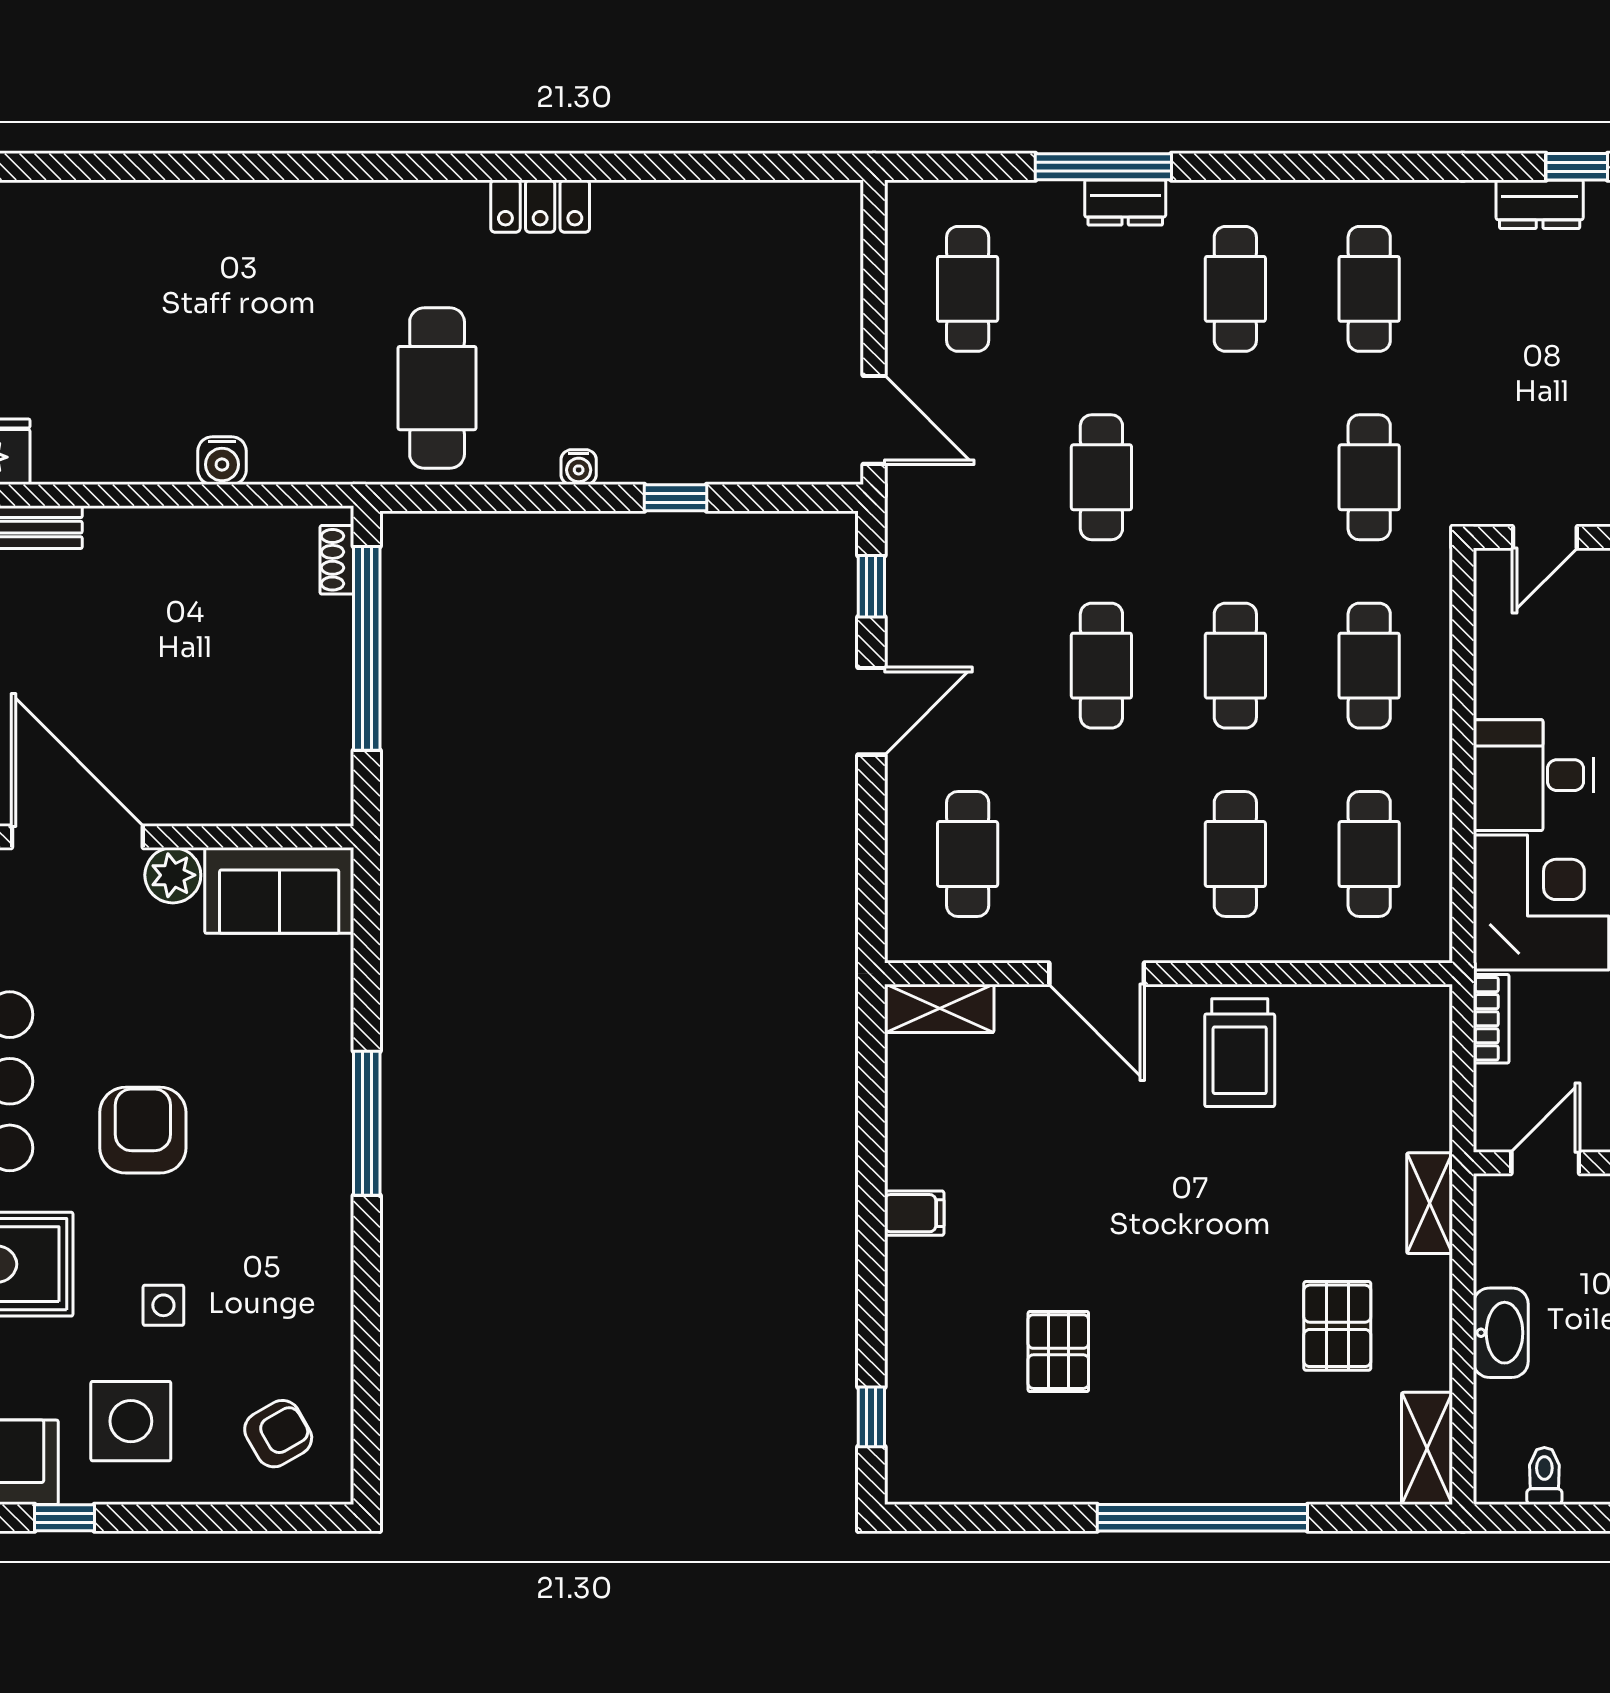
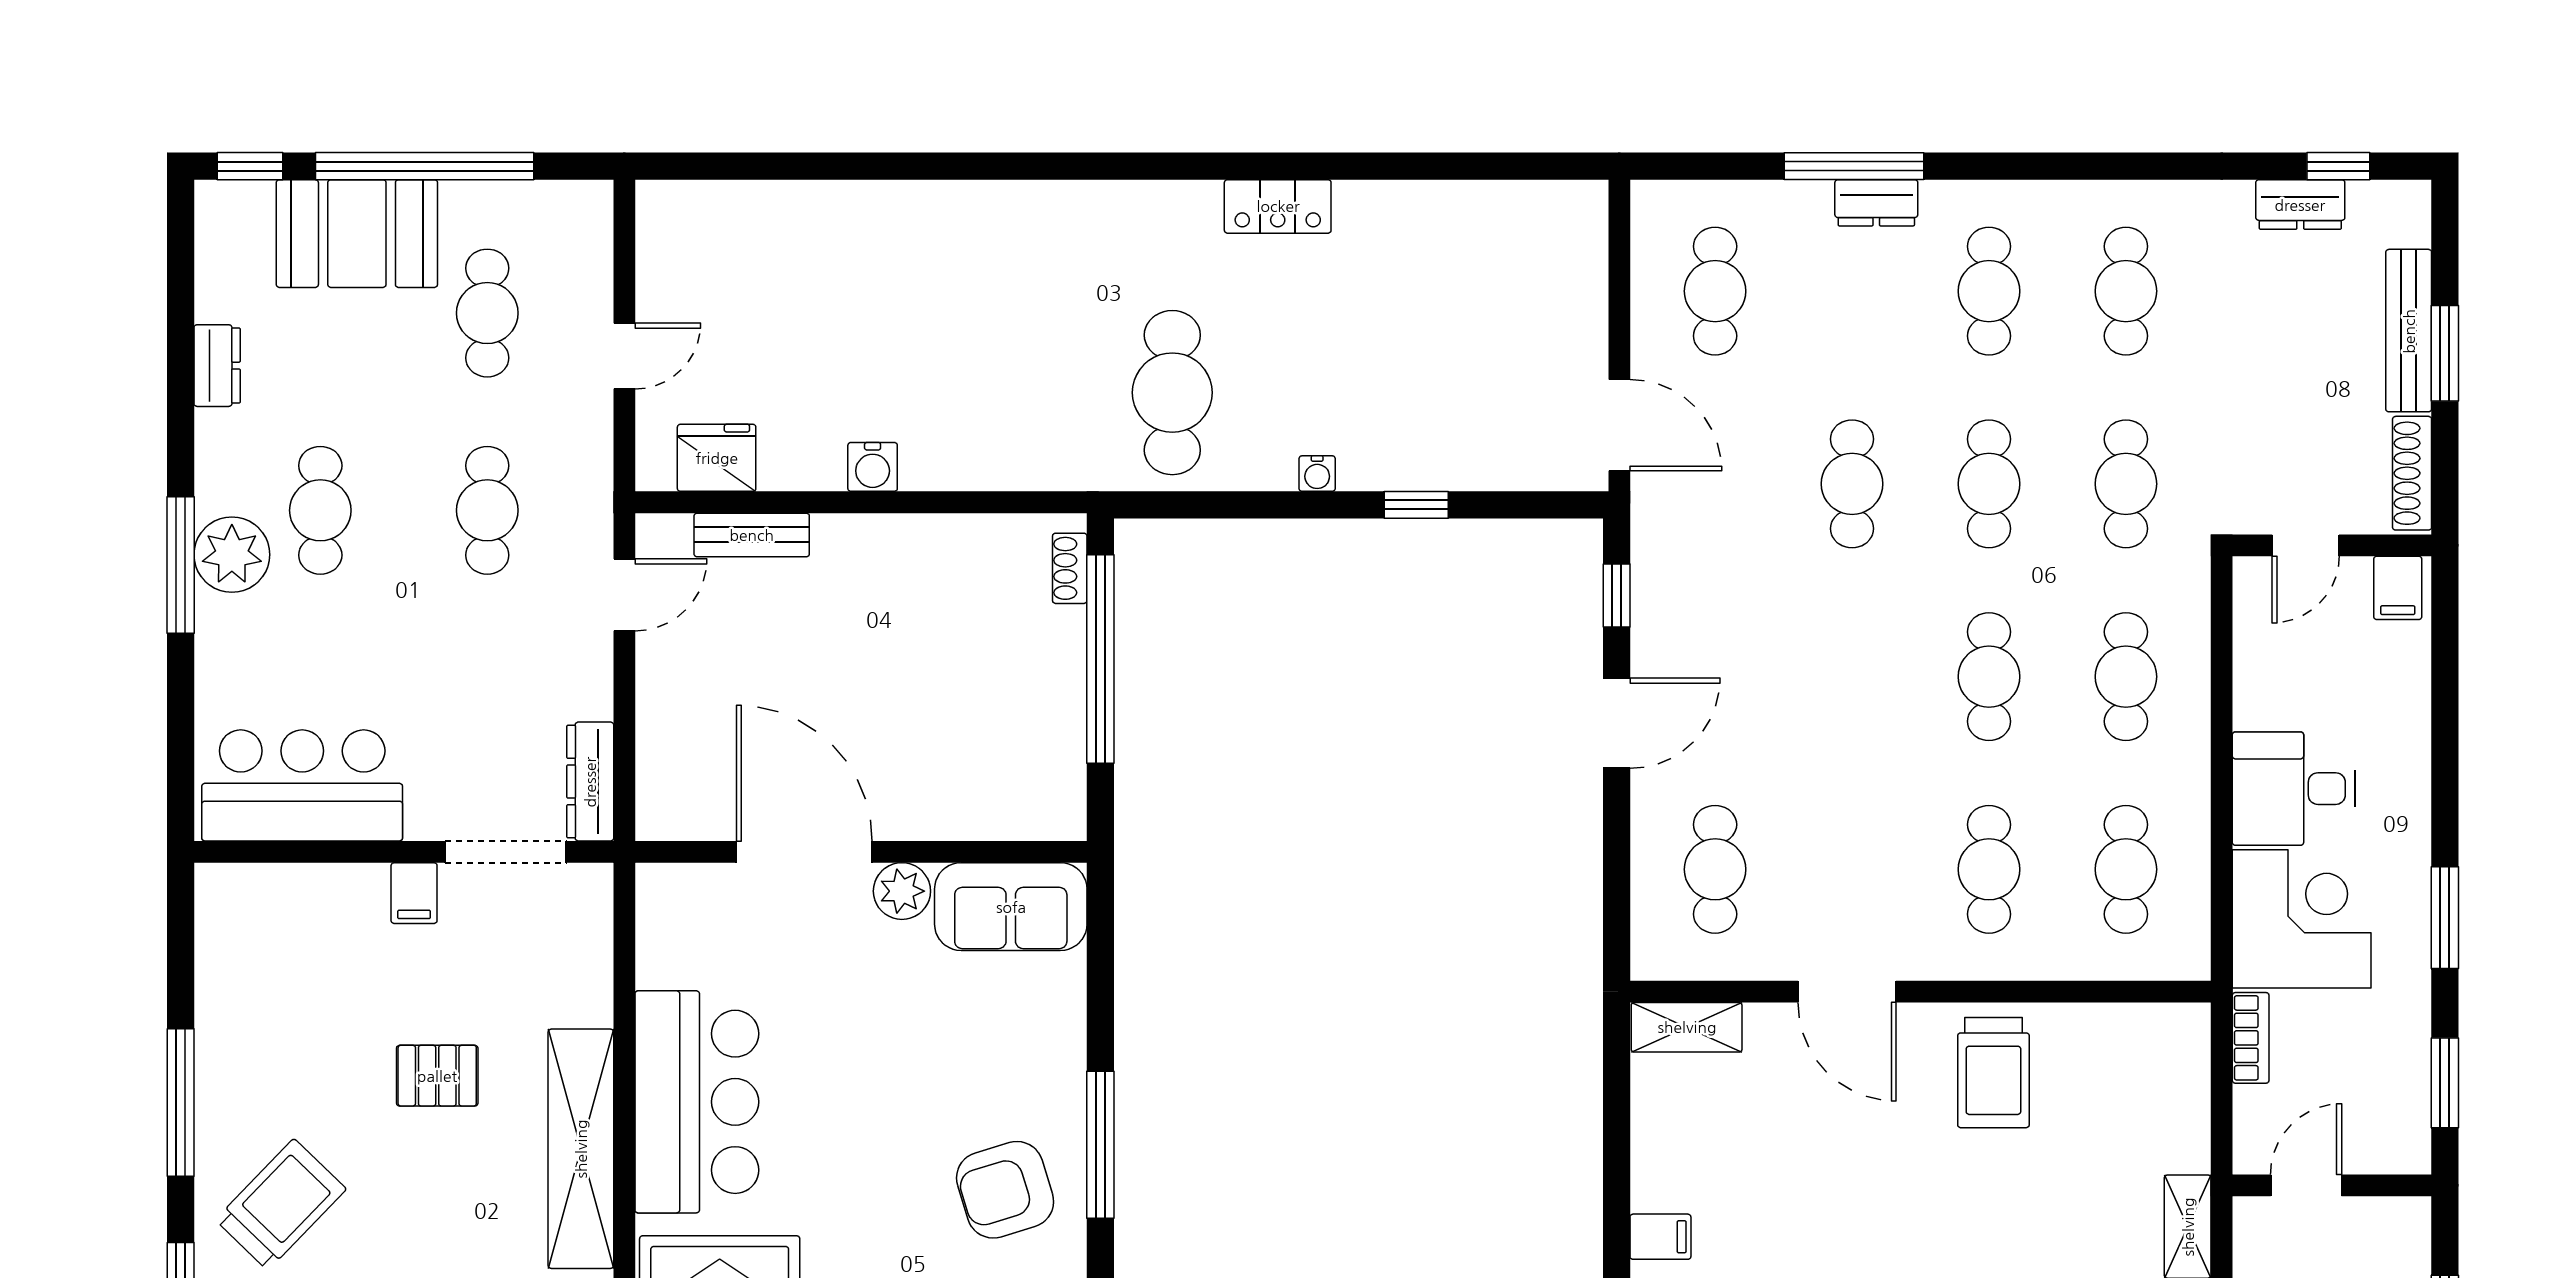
water cooler: (222, 461) -> (873, 467), moved
cafe table: (1101, 666) -> (1989, 484), moved
armchair: (143, 1130) -> (1005, 1190), moved, turned -107

